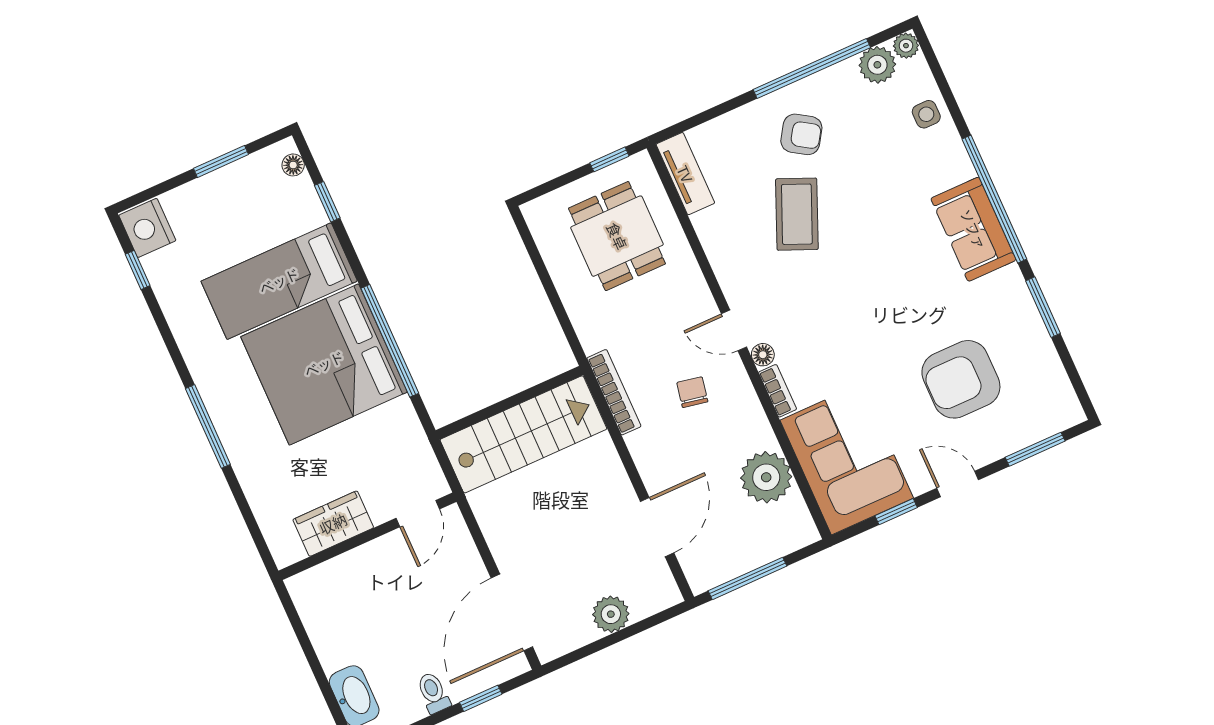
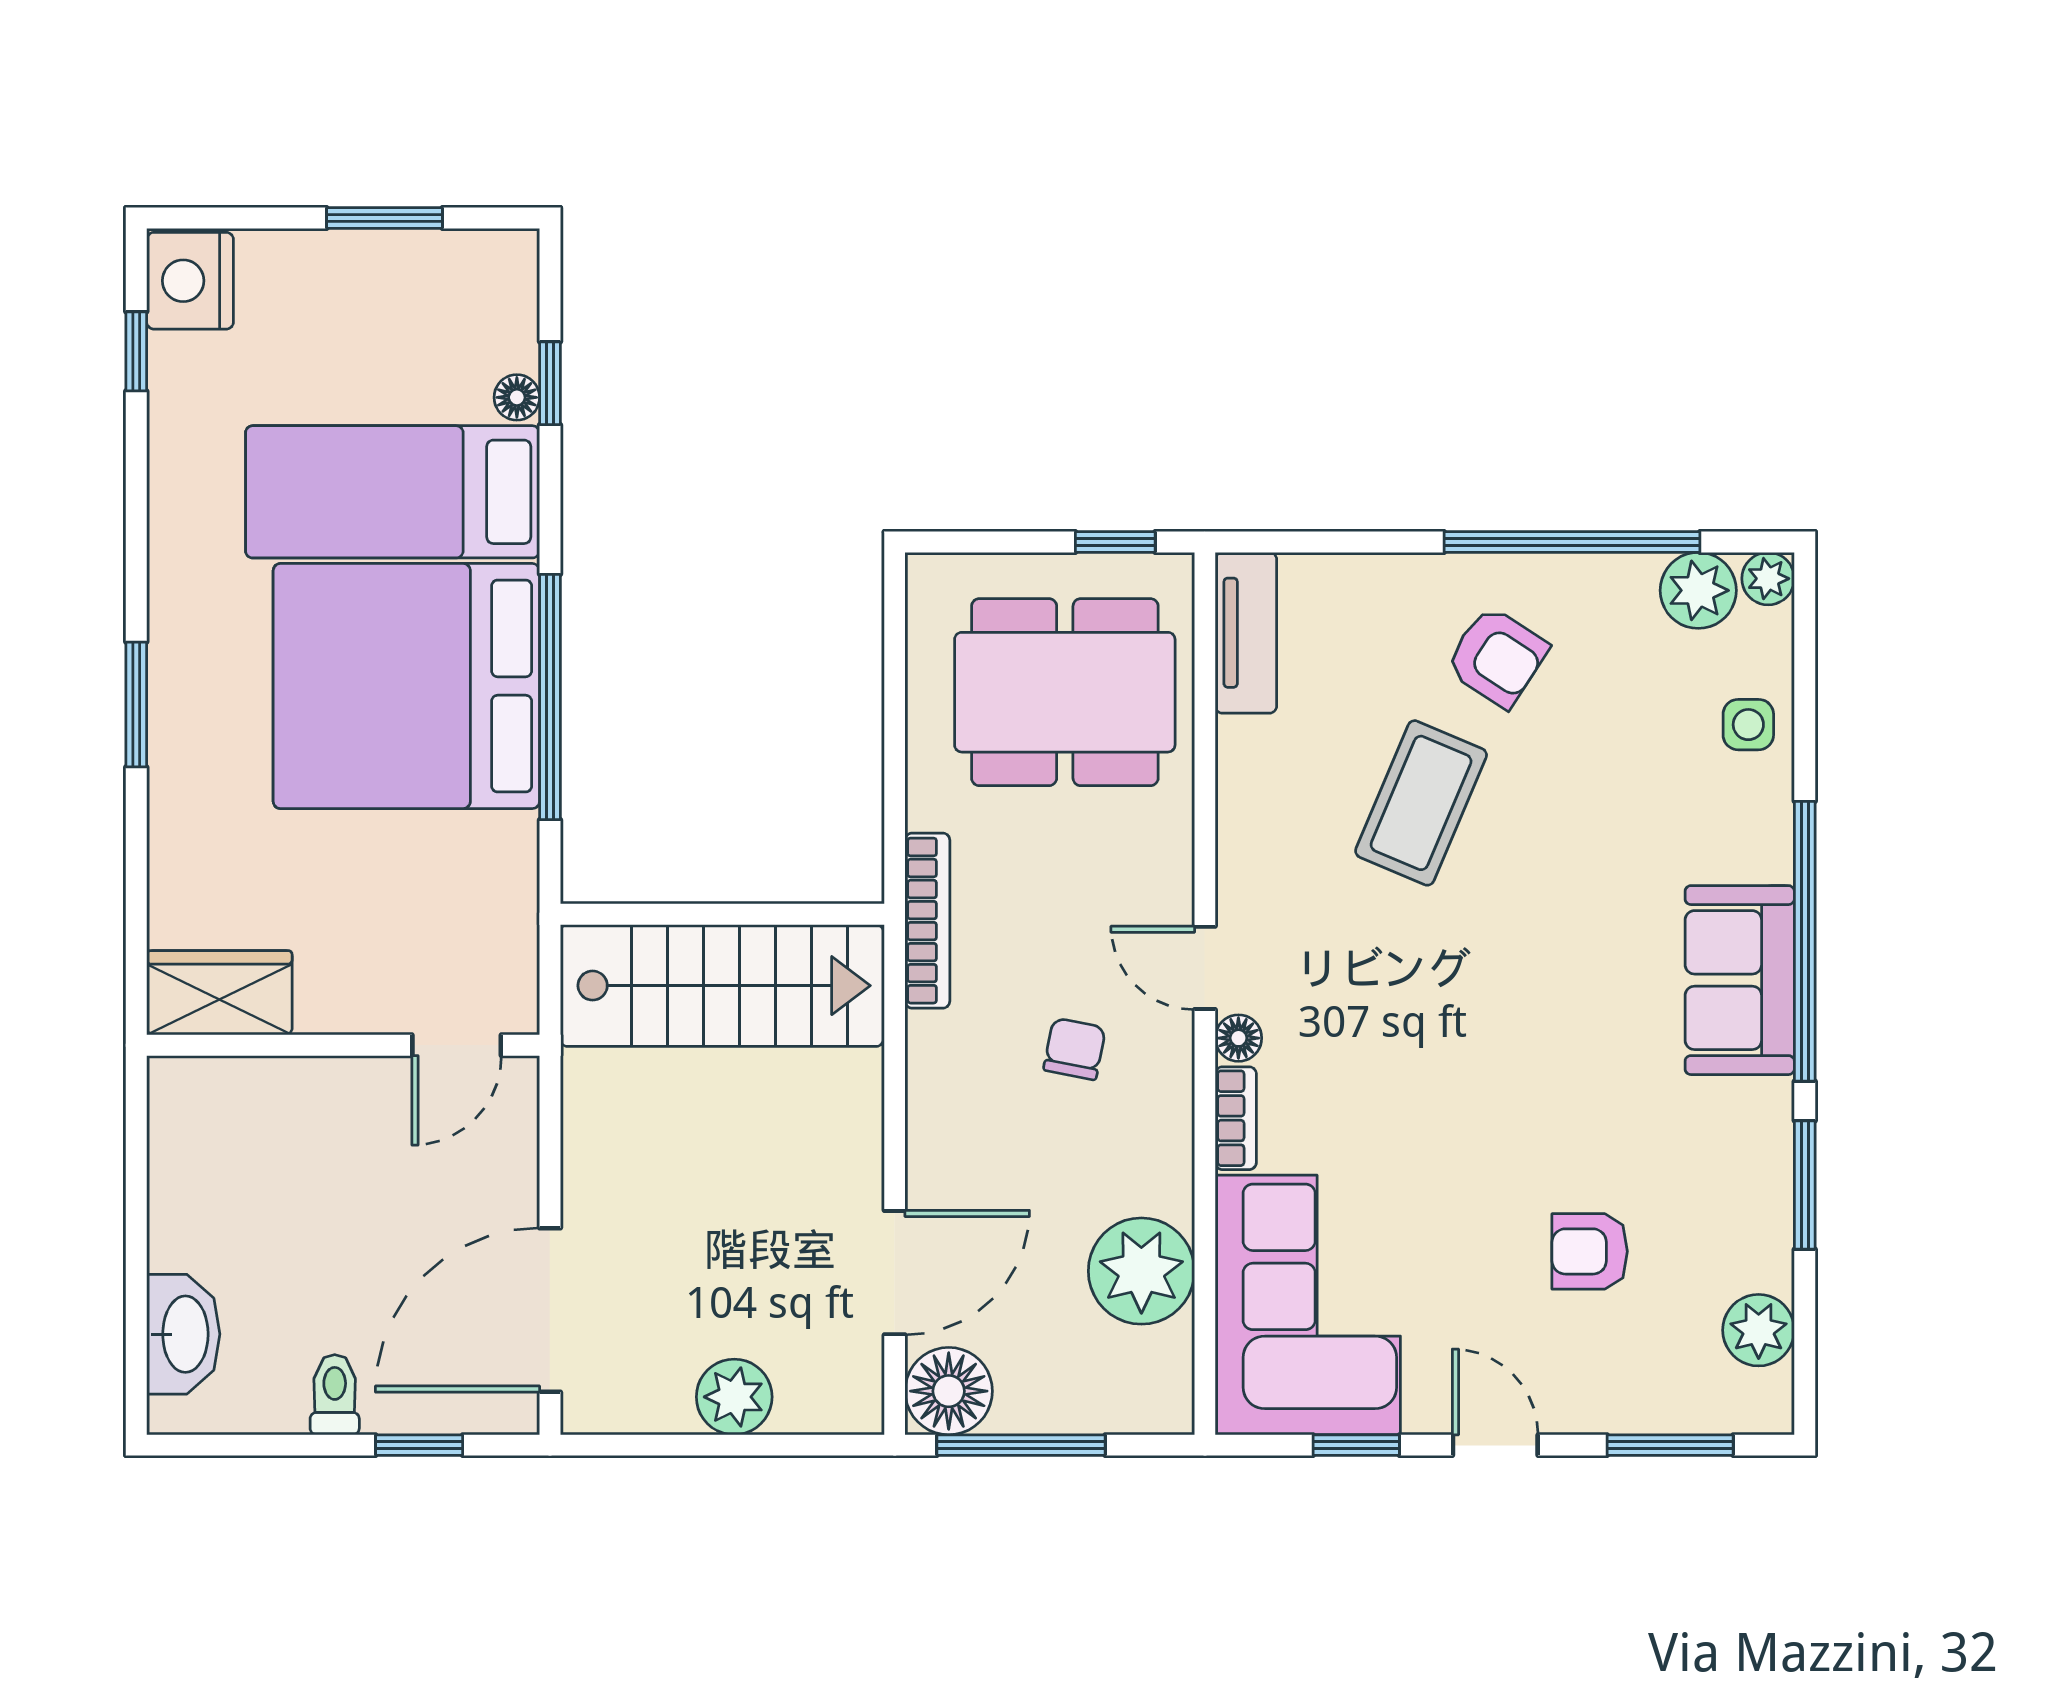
floor lamp: (293, 165) -> (517, 397), moved
dining table: (617, 236) -> (1065, 692), width x1.38
armchair: (961, 379) -> (1590, 1251), width x0.53, depth x0.53
plant: (1051, 381) -> (1759, 1330), added
bookcase: (614, 392) -> (927, 921), moved
window: (208, 426) -> (136, 705), width x0.69
wardrobe: (333, 524) -> (219, 993), moved
floor lamp: (705, 569) -> (949, 1391), added

